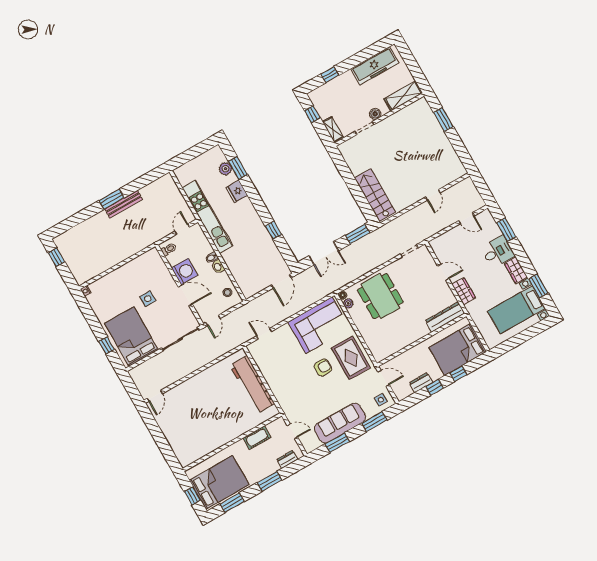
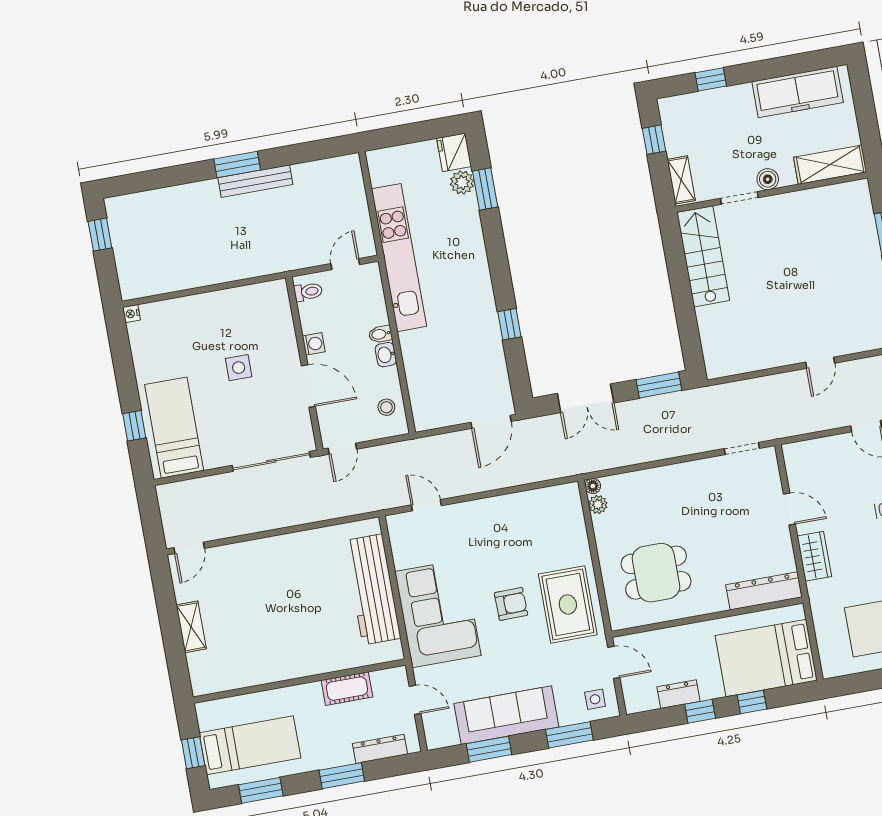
fridge: (237, 191) -> (454, 152), moved
stairs: (375, 195) -> (703, 256), moved
washing machine: (185, 272) -> (314, 344), width x0.53, depth x0.53
dining table: (380, 296) -> (656, 573), moved, width x0.73
corner sofa: (319, 325) -> (438, 613), moved, turned -90
bed: (131, 337) -> (174, 428), width x0.67
shelving: (170, 434) -> (191, 627), added
dresser: (287, 459) -> (380, 749), width x1.44
bed: (219, 482) -> (250, 745), width x0.67

